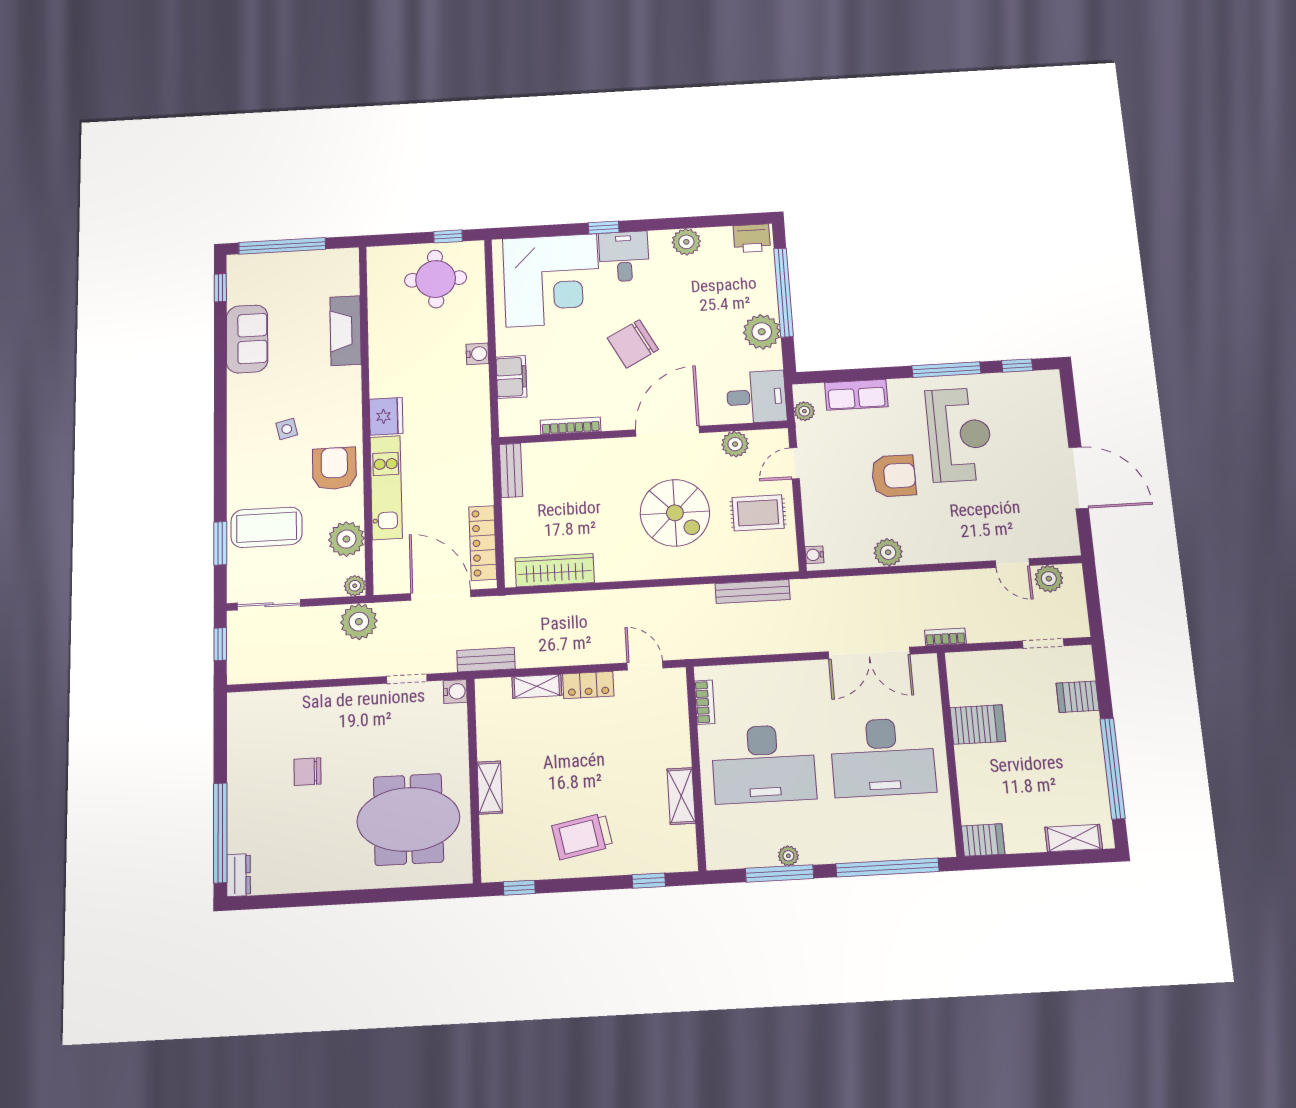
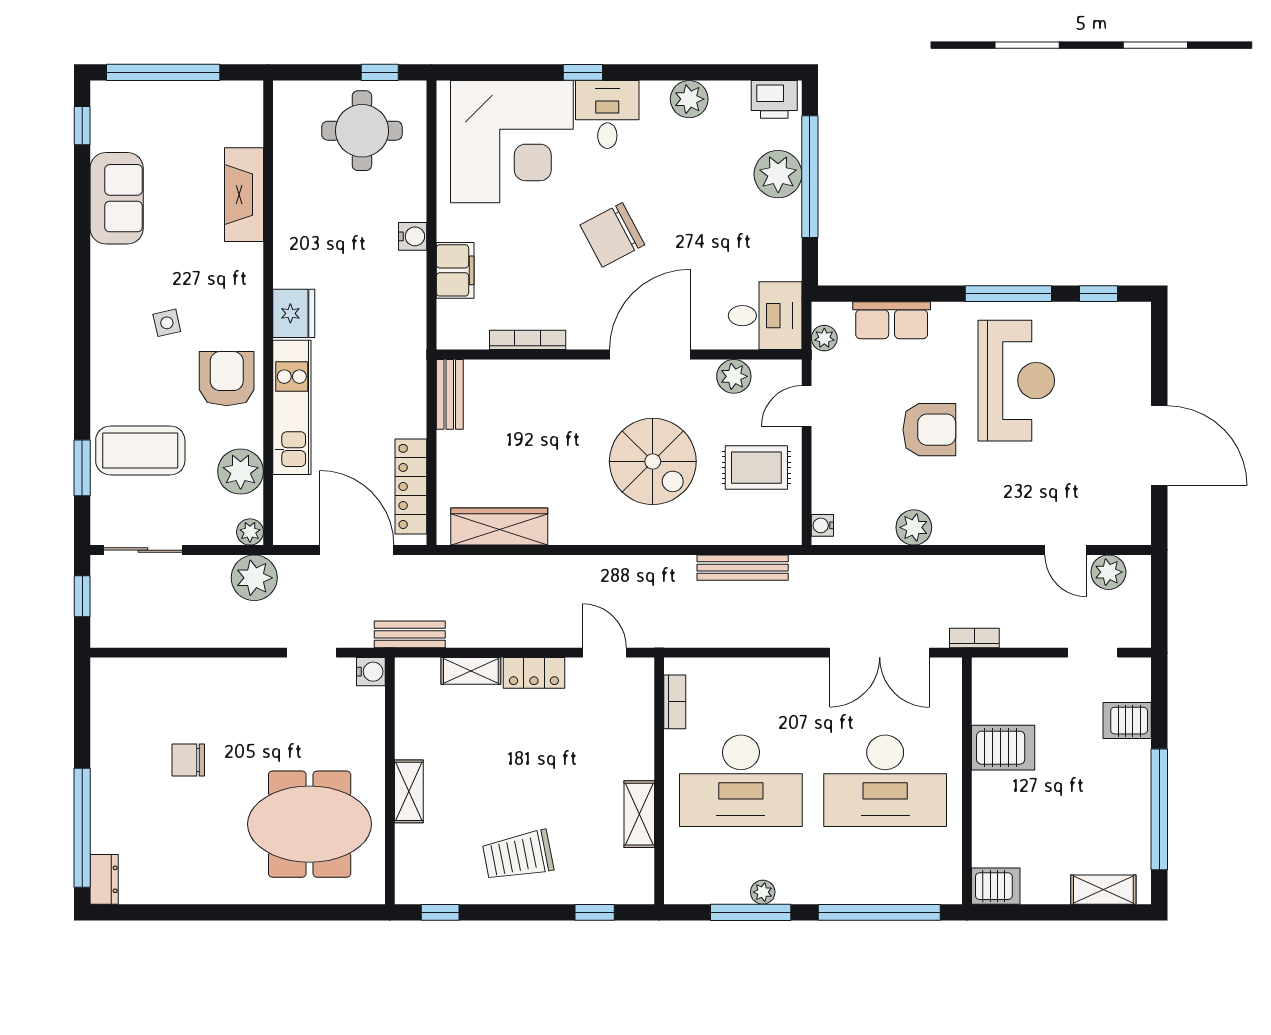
plant: (762, 332) -> (778, 174), moved

